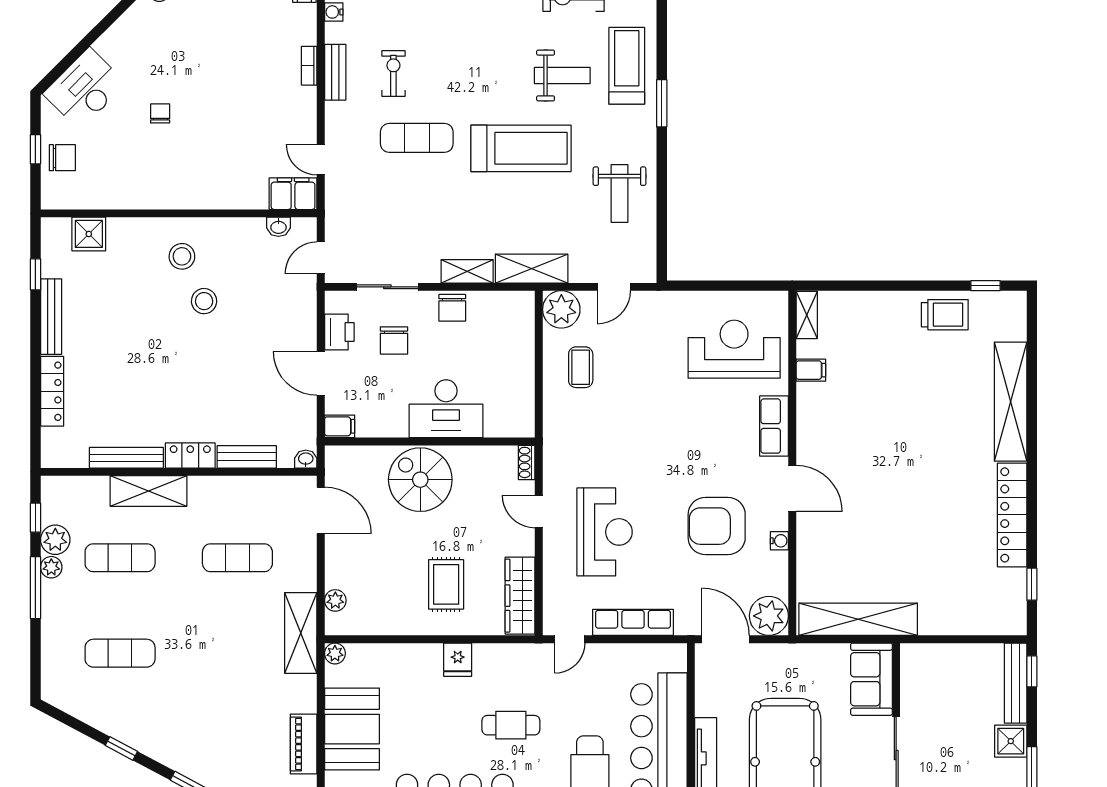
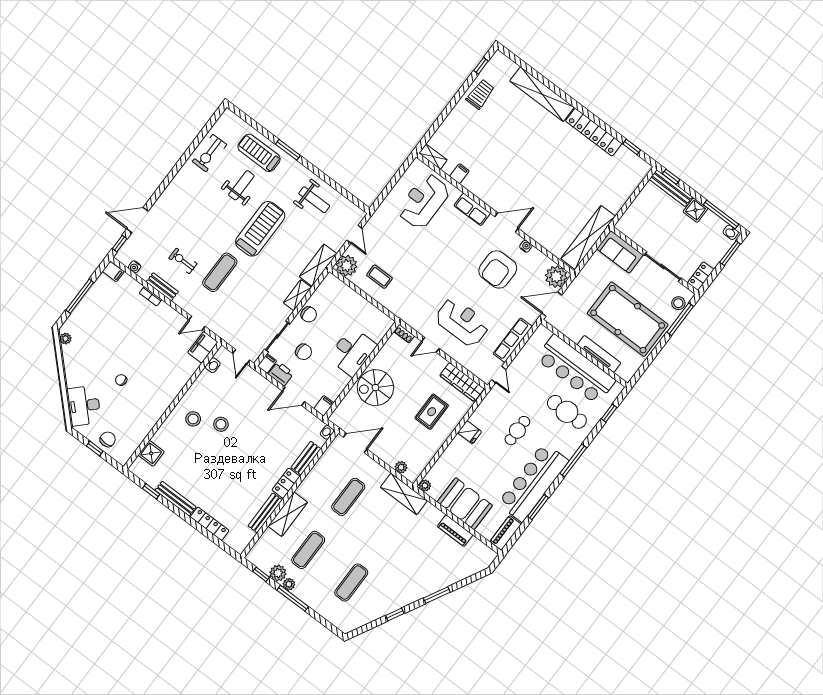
filing cabinet: (339, 301) -> (267, 363), added
rug: (446, 584) -> (432, 412), turned 90

